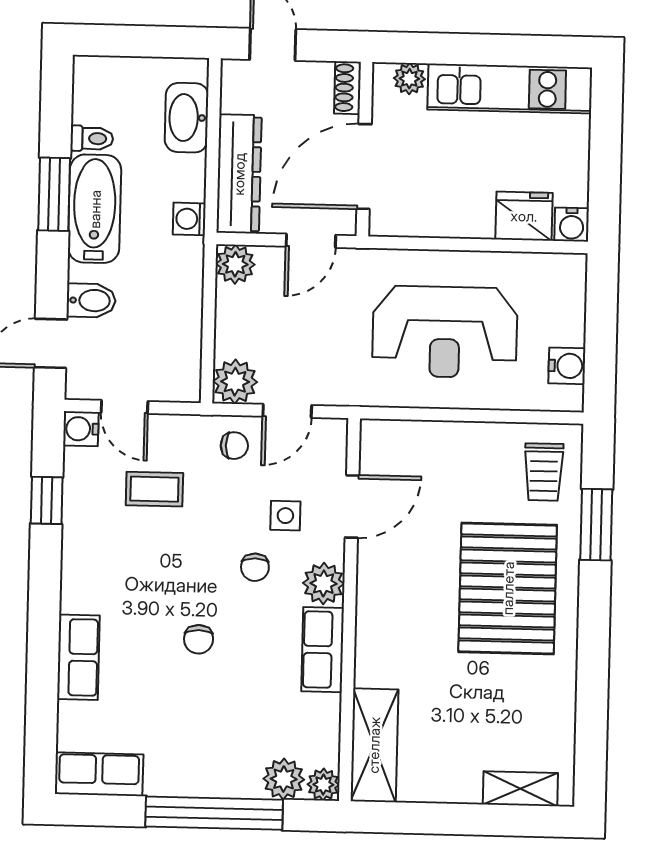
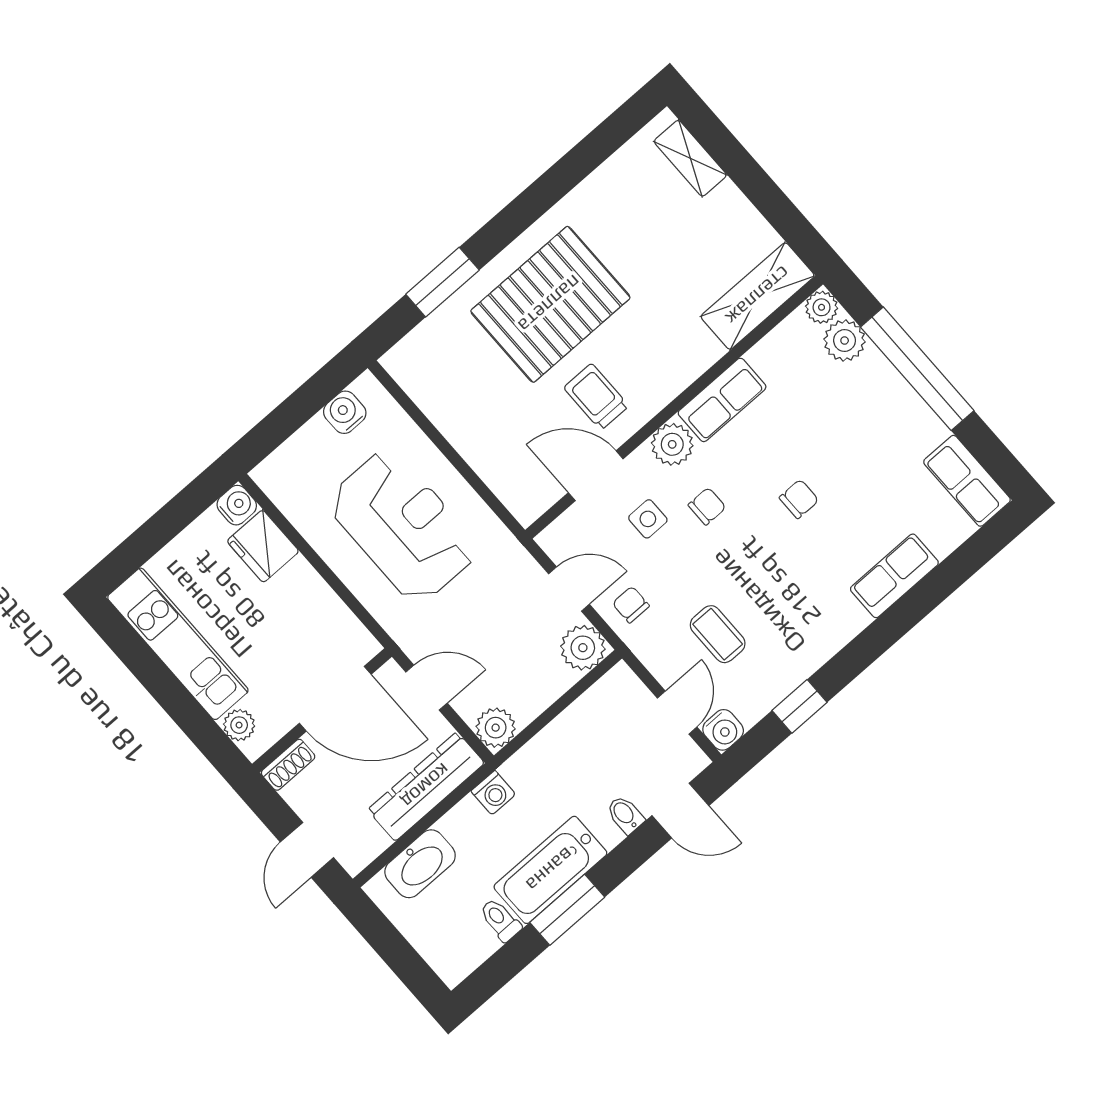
bidet: (91, 300) -> (625, 815), width x0.72, depth x0.74
trolley: (544, 472) -> (596, 397), moved, turned -90

